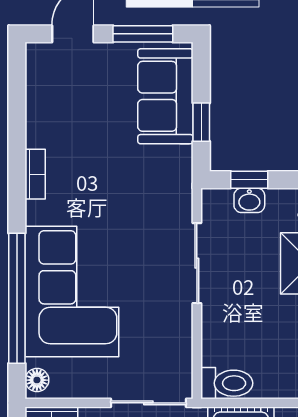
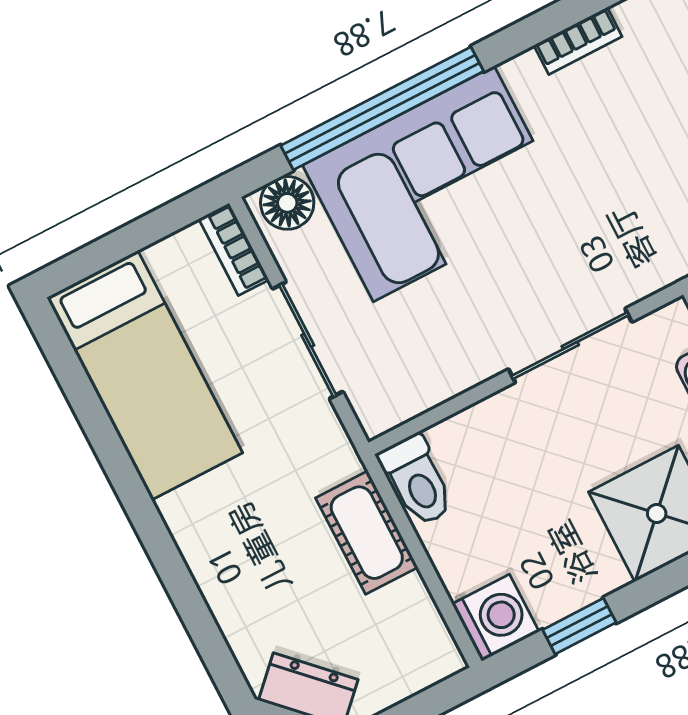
floor lamp: (37, 380) -> (287, 203), width x1.37, depth x1.37
sliding door: (148, 403) -> (308, 340), moved

